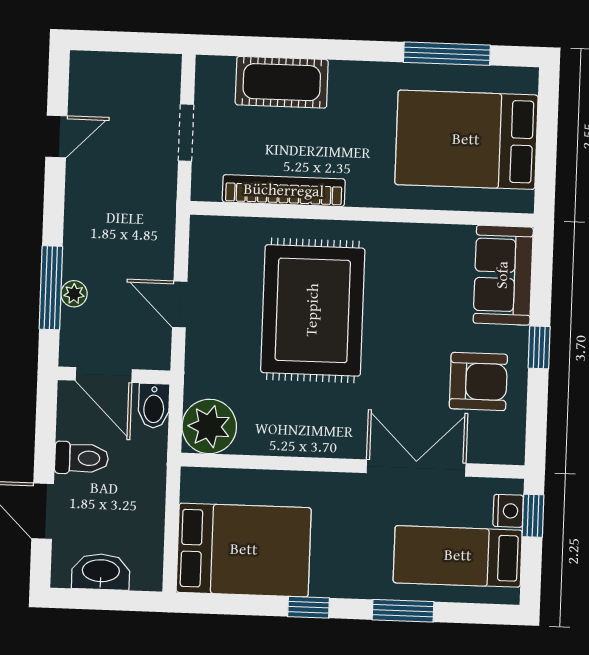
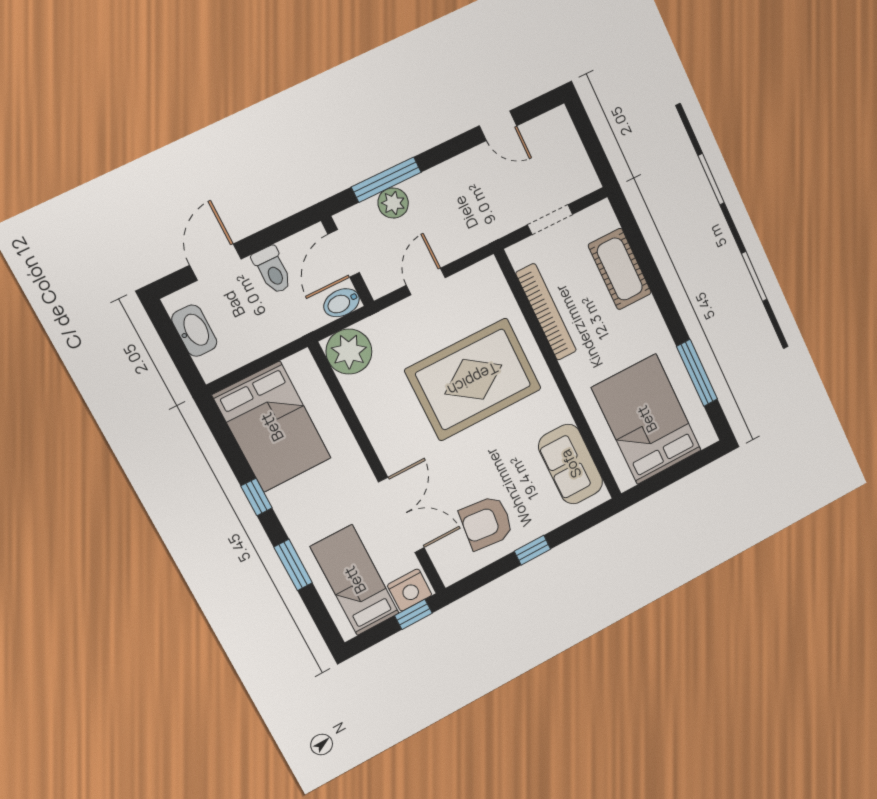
sofa: (503, 275) -> (571, 464), moved, turned -90
plant: (74, 294) -> (393, 203), width x1.38, depth x1.38
armchair: (478, 381) -> (486, 523), turned 96
nightstand: (508, 511) -> (410, 590), width x1.36, depth x1.33

